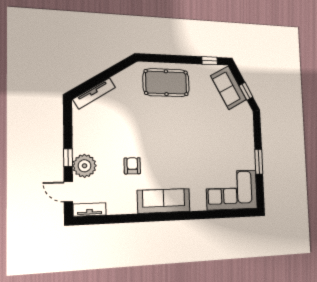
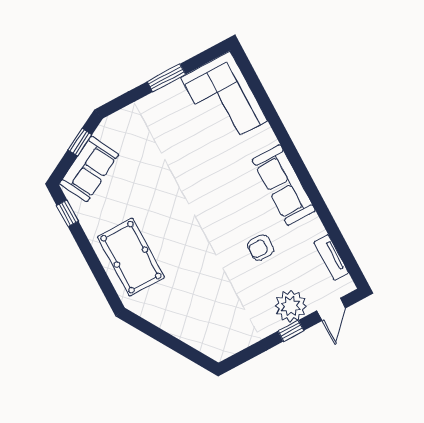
tv unit: (94, 93) -> (196, 340), removed
tv unit: (90, 209) -> (331, 257), moved

